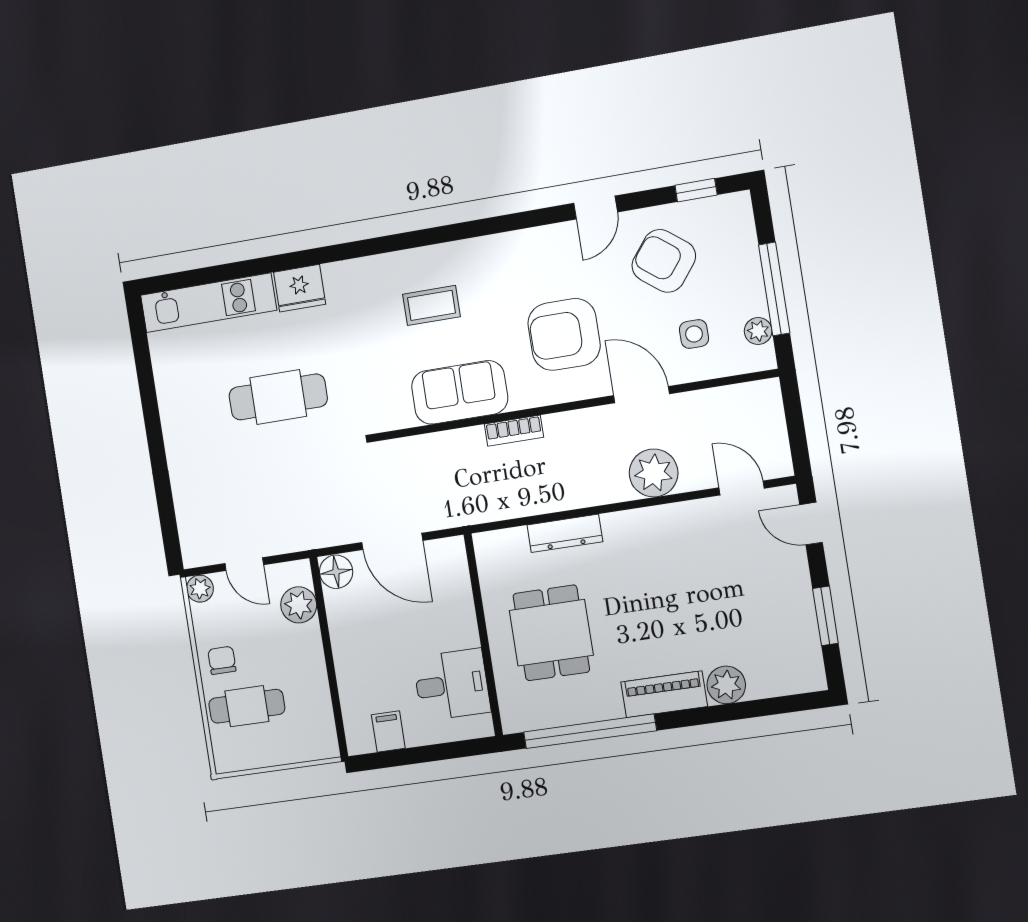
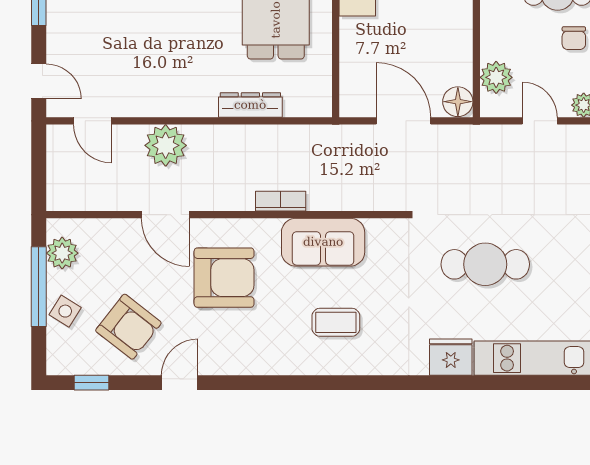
plant: (758, 331) -> (62, 253), width x1.38, depth x1.38
side table: (694, 334) -> (65, 311), moved, turned 32

